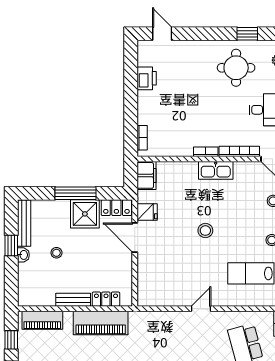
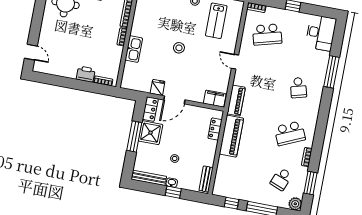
door: (162, 34) -> (31, 52), swing flipped
printer: (147, 78) -> (86, 74), moved
kitchen sink: (216, 170) -> (134, 49), moved
filing cabinet: (147, 175) -> (215, 99), moved
window: (11, 245) -> (173, 192), moved
bench: (73, 300) -> (206, 179), moved
piano: (42, 320) -> (236, 101), moved

